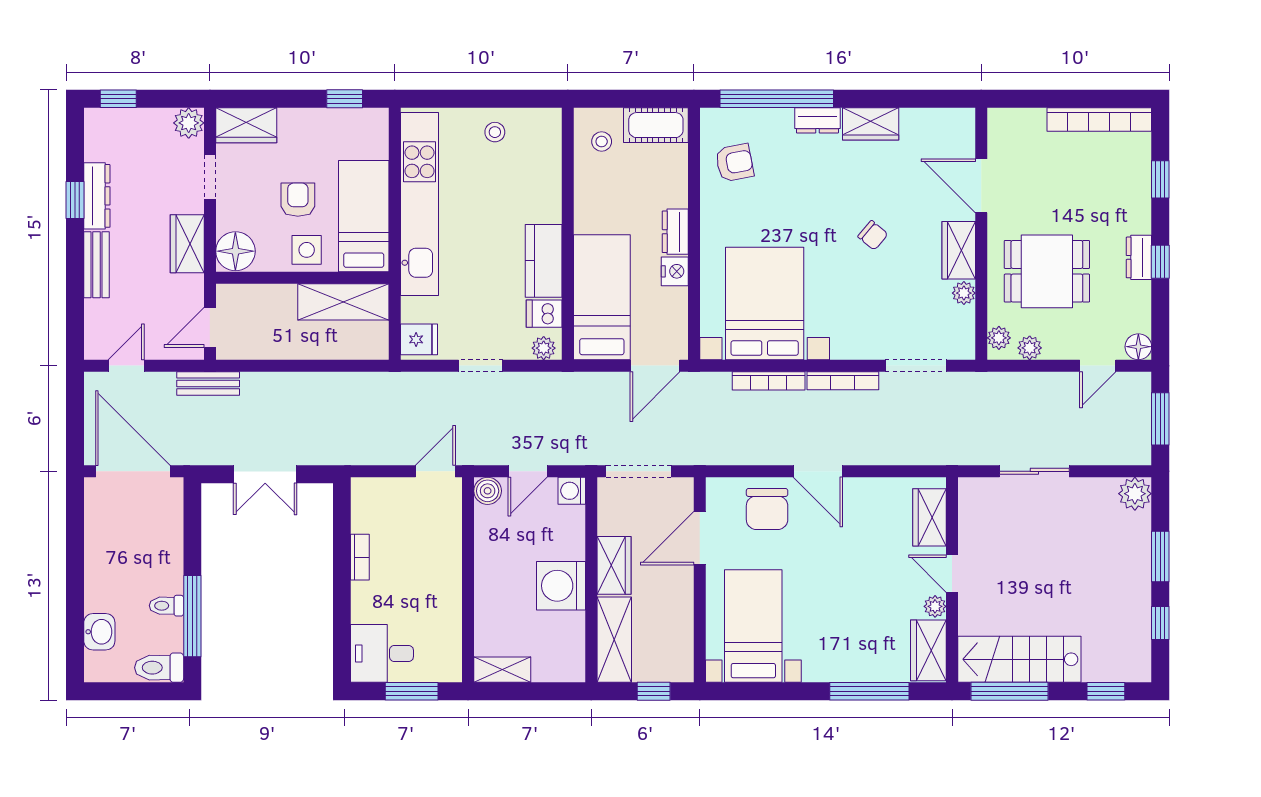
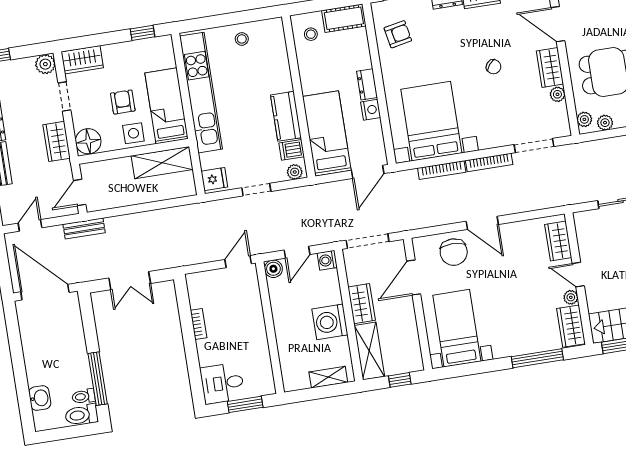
toilet: (166, 606) -> (83, 396), moved
shelving: (502, 670) -> (328, 377), moved

